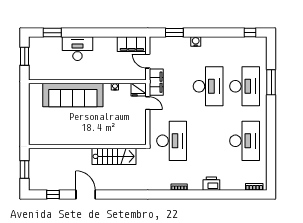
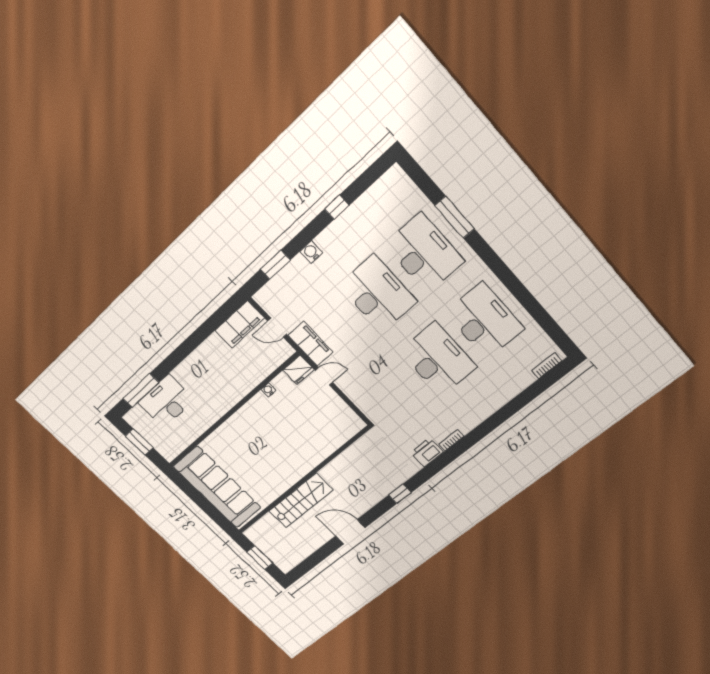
window: (52, 33) -> (141, 390), width x1.44
window: (250, 33) -> (337, 207), moved
desk: (77, 49) -> (166, 401), moved
sofa: (73, 95) -> (217, 487), moved, turned -90
desk: (172, 141) -> (438, 359), moved
stairs: (114, 156) -> (301, 501), moved
printer: (211, 184) -> (427, 452), moved
window: (53, 194) -> (400, 494), moved

